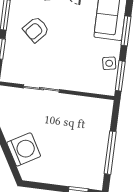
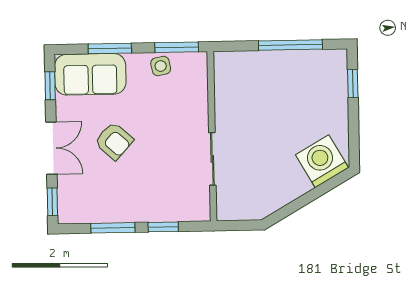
armchair: (36, 29) -> (114, 141), moved
washing machine: (24, 149) -> (322, 161), moved

